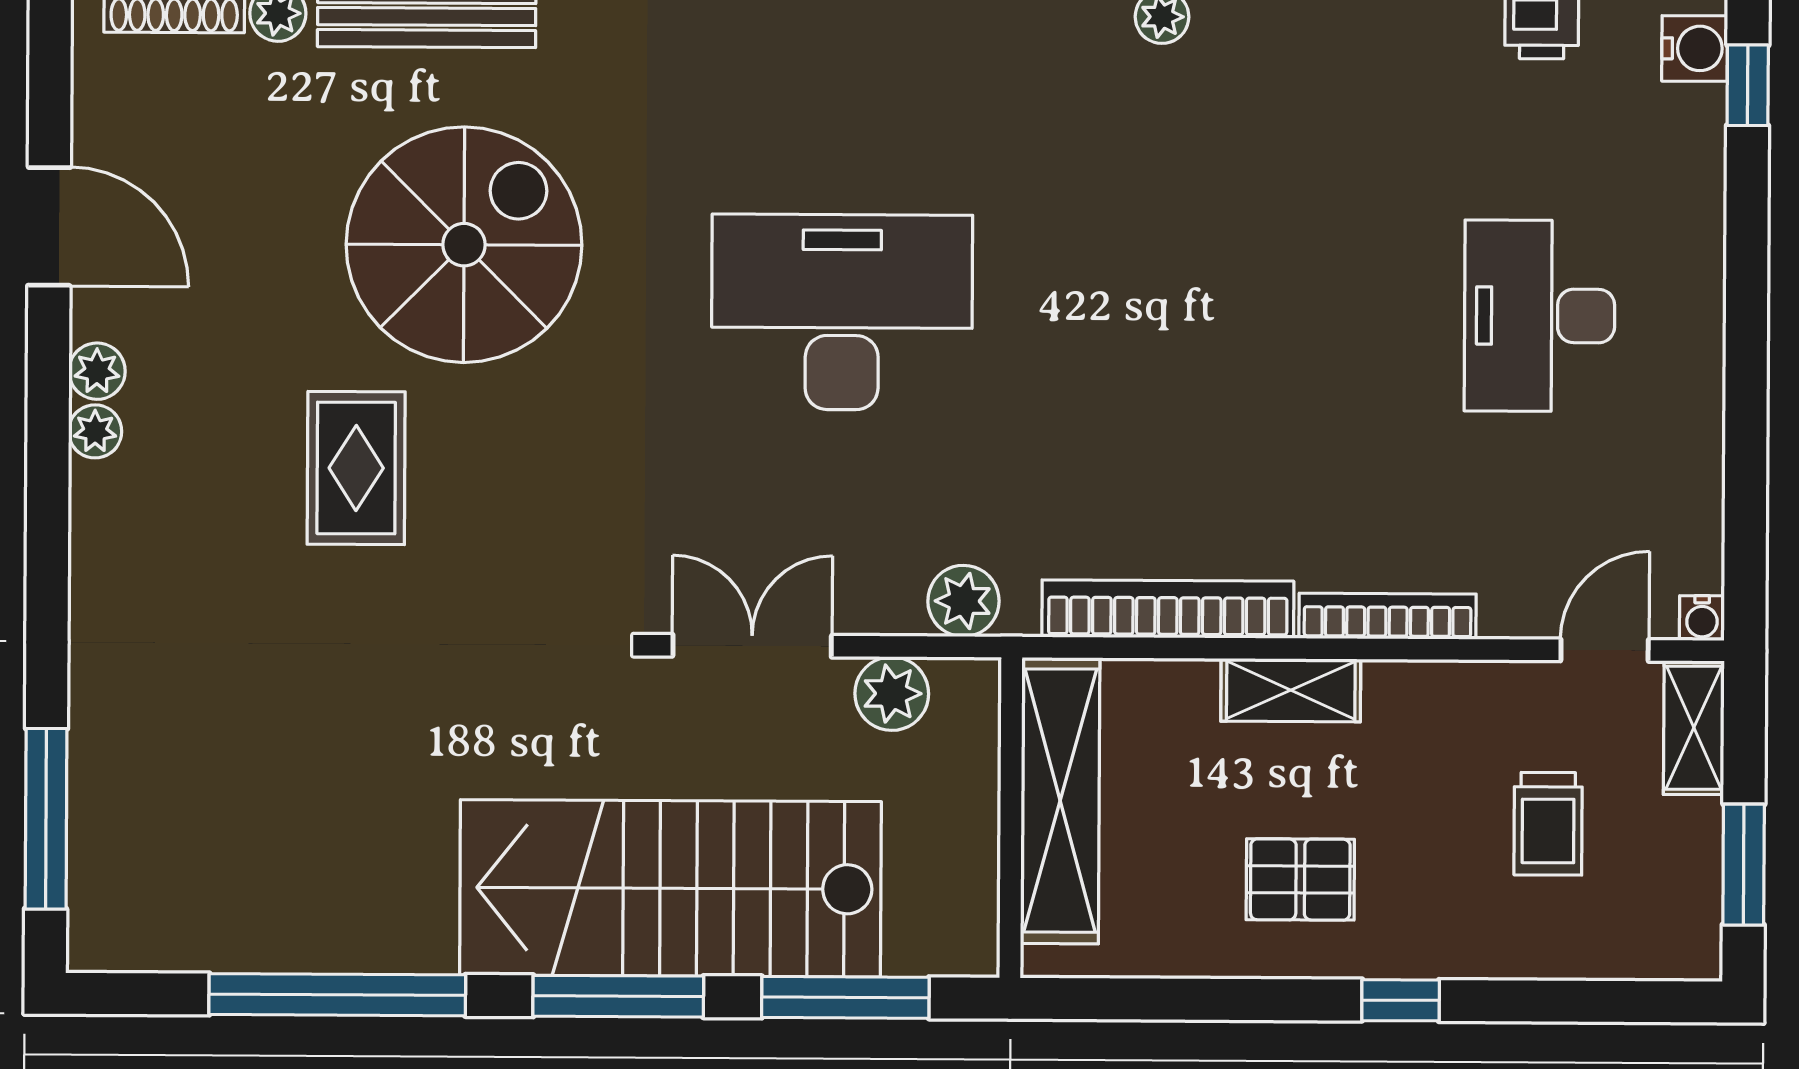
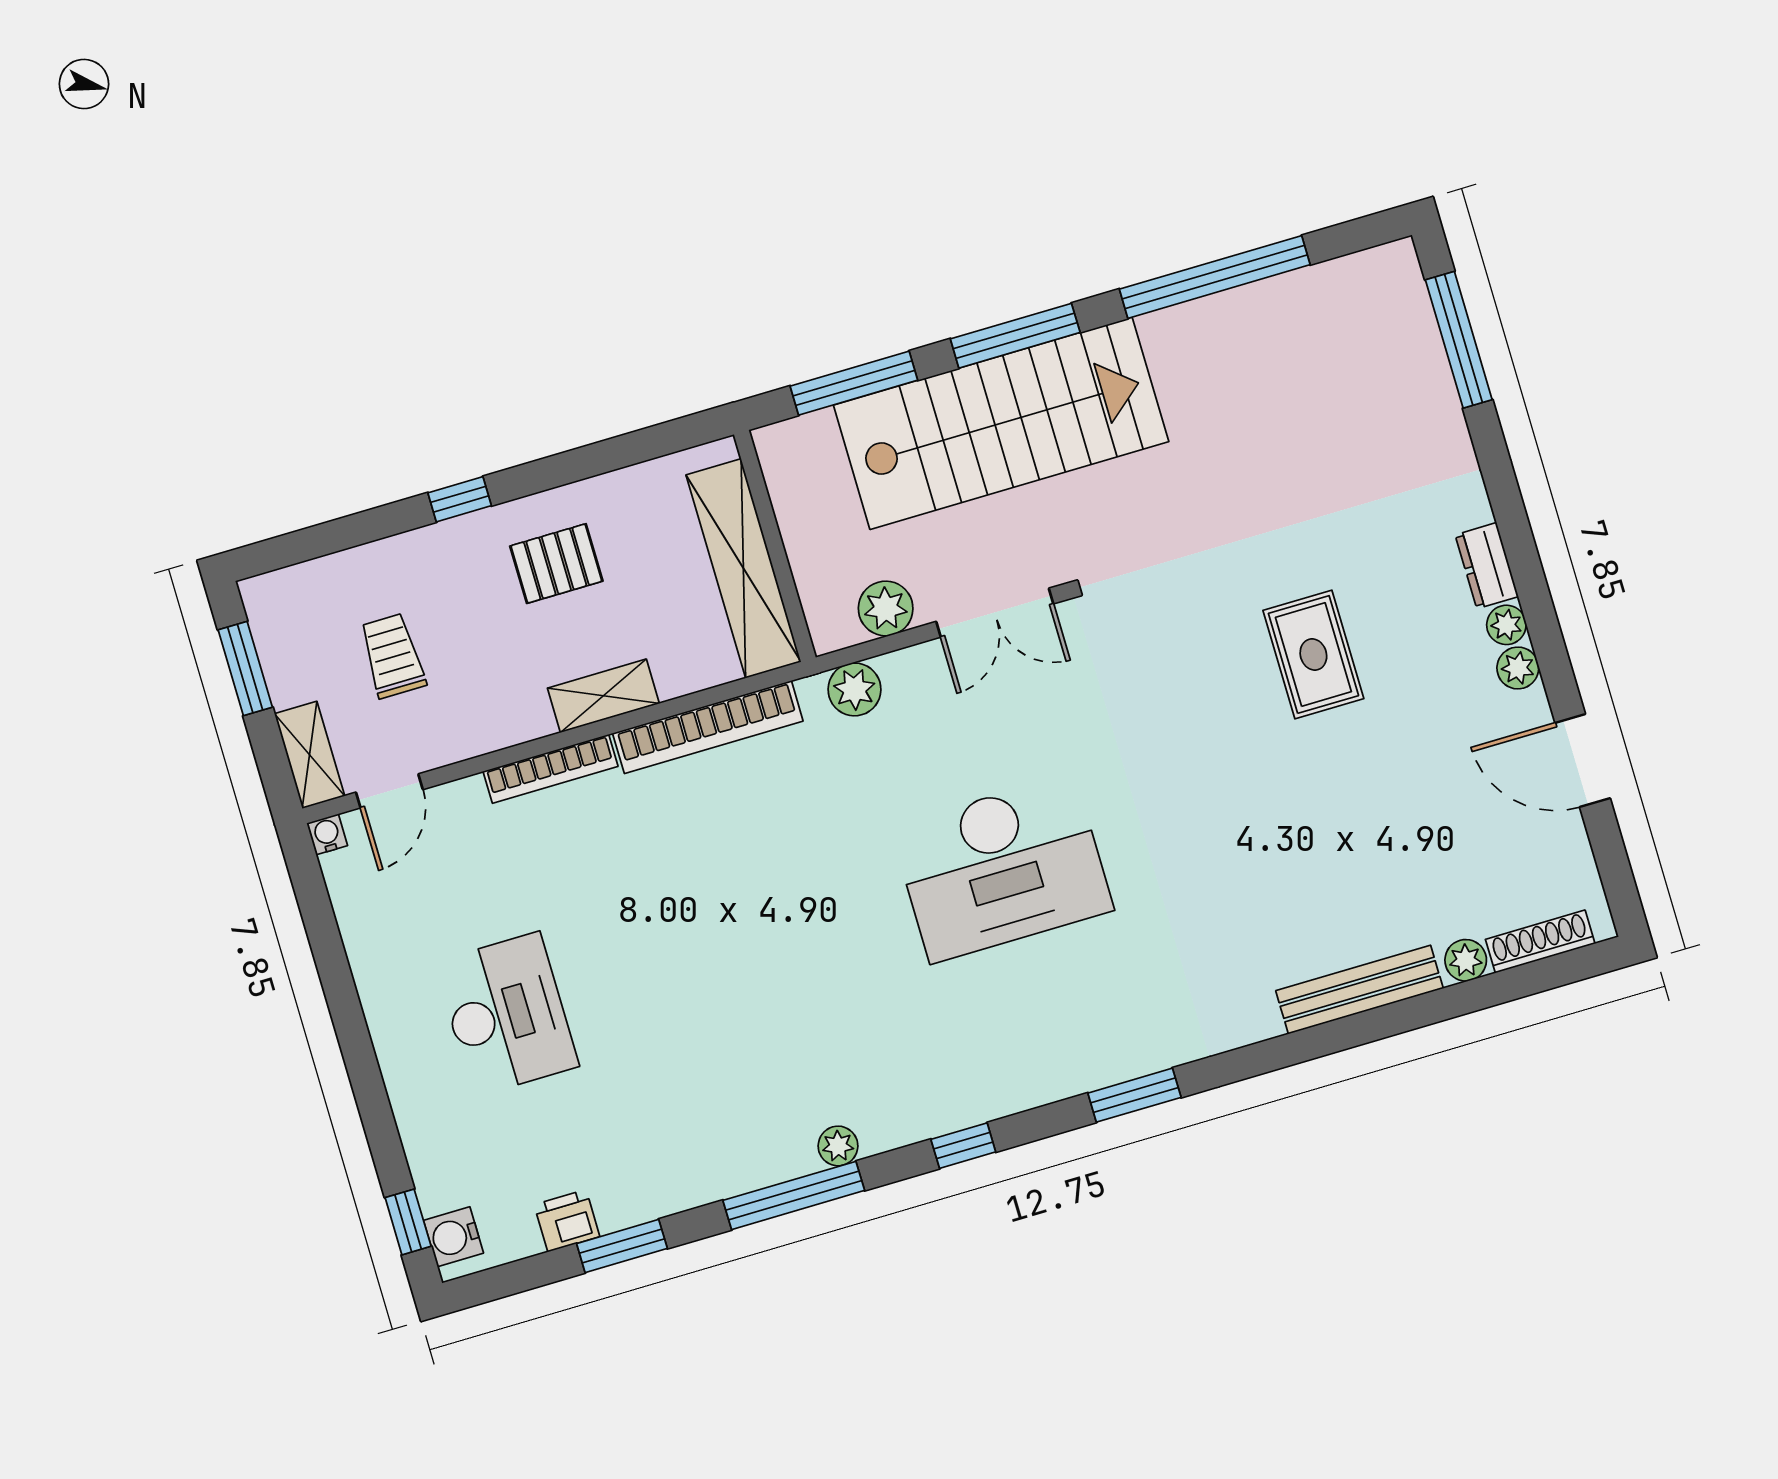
spiral stairs: (464, 245) -> (1284, 836), removed
dresser: (97, 516) -> (1487, 566), added

